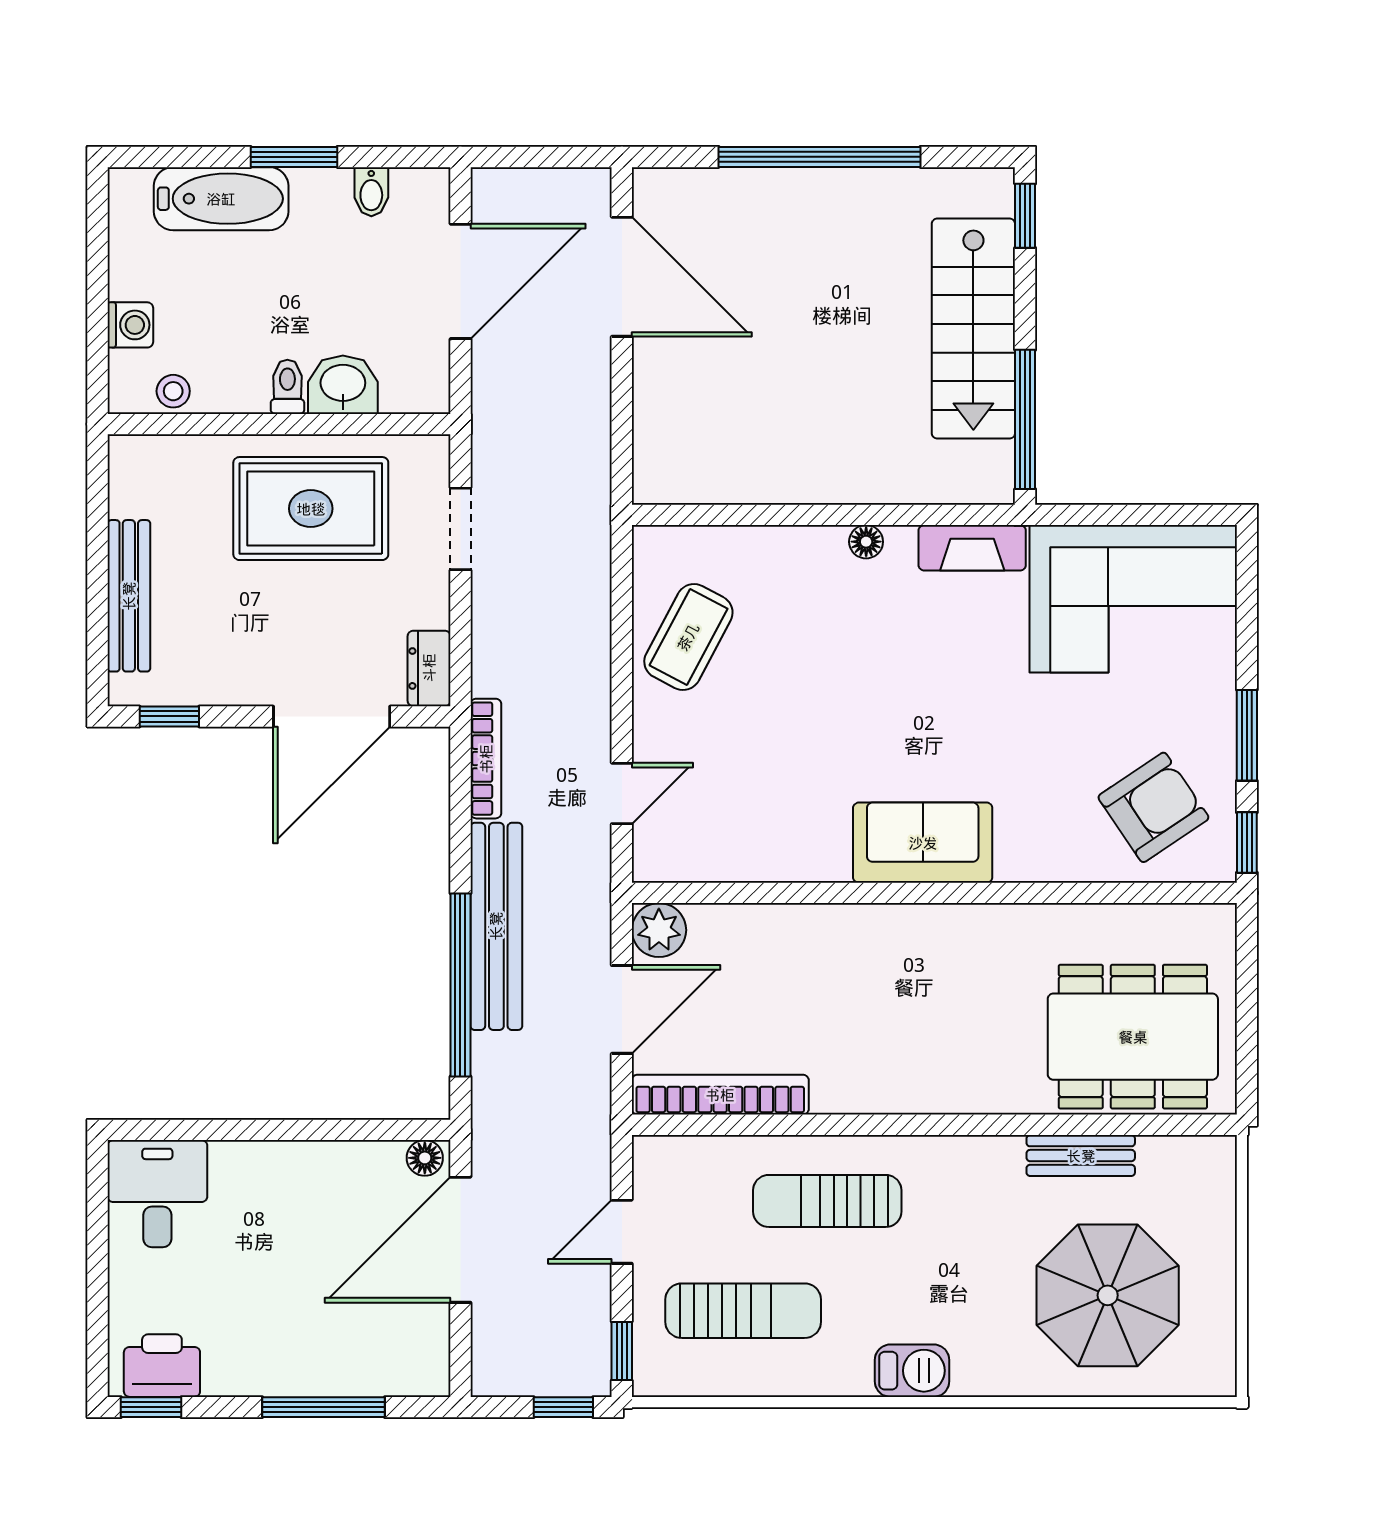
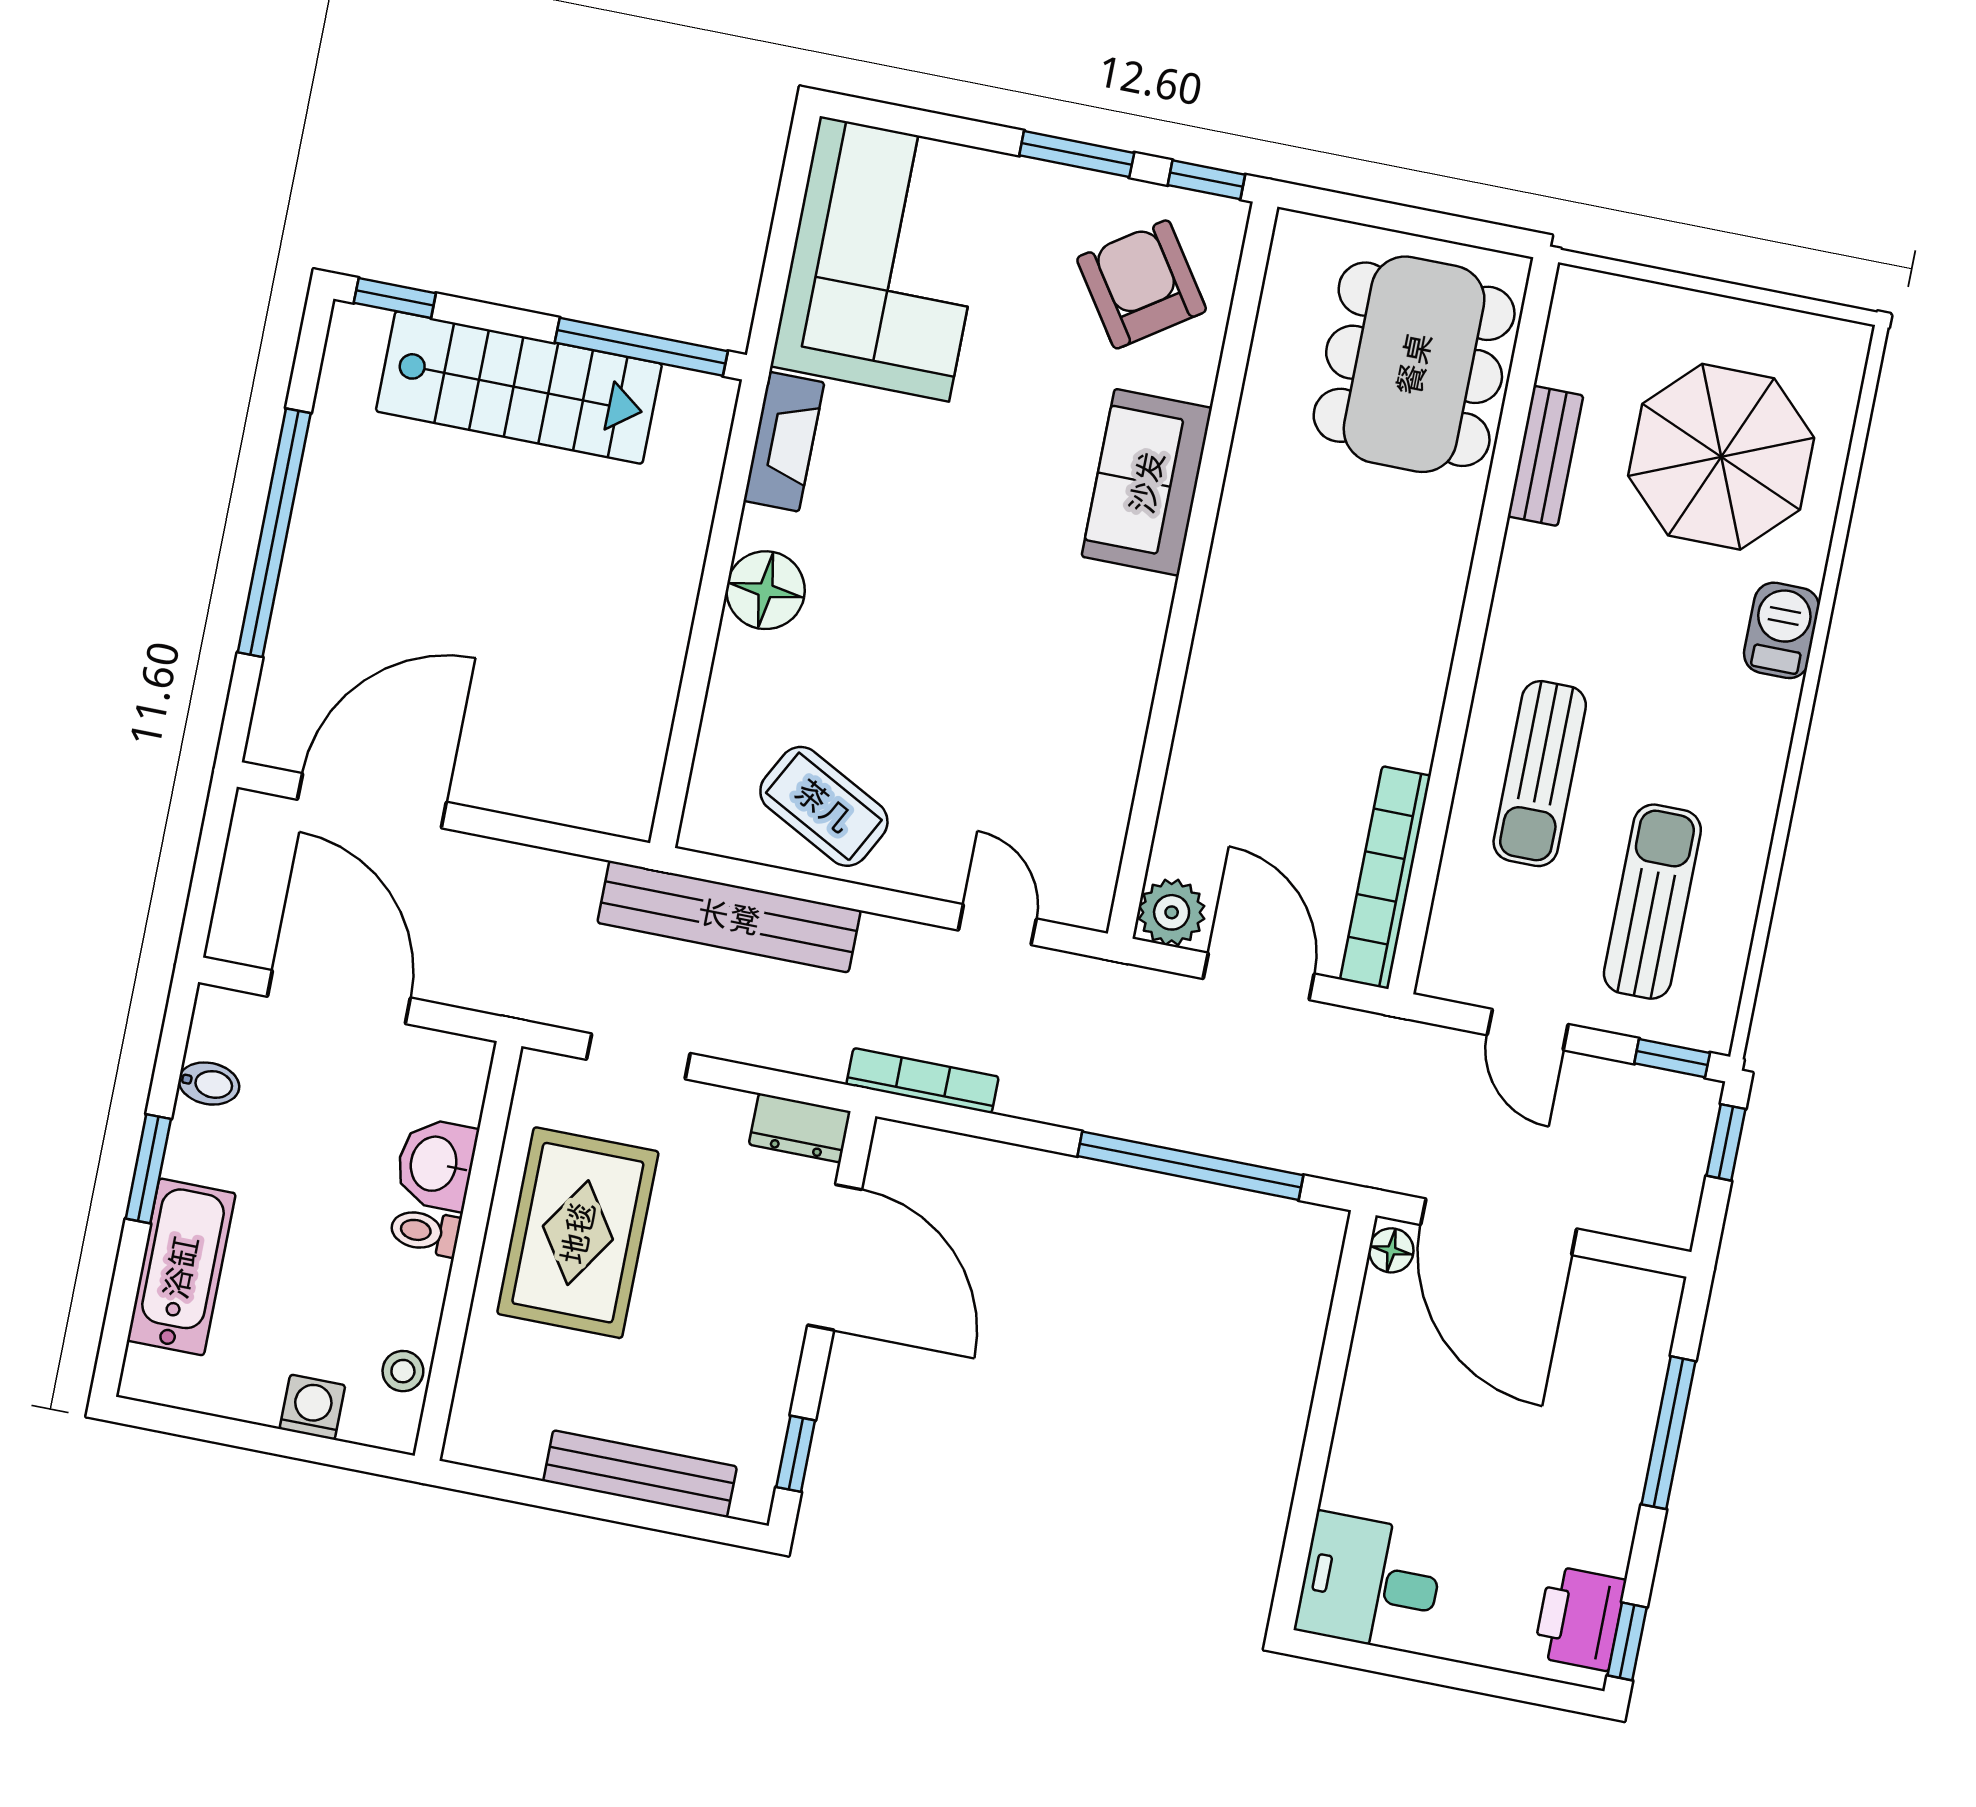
floor lamp: (866, 542) -> (766, 590), width x1.89, depth x1.89
sofa: (923, 843) -> (1147, 482), moved
bench: (496, 926) -> (729, 917), moved
barbecue: (912, 1371) -> (1782, 630), moved

